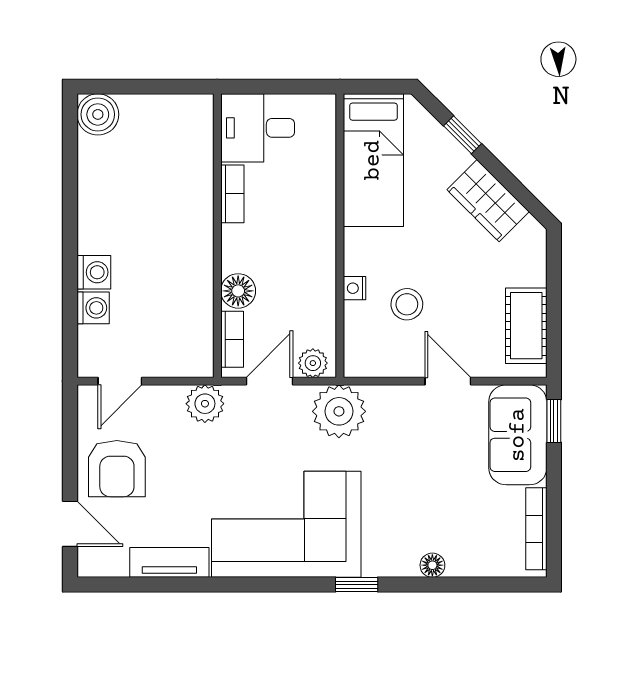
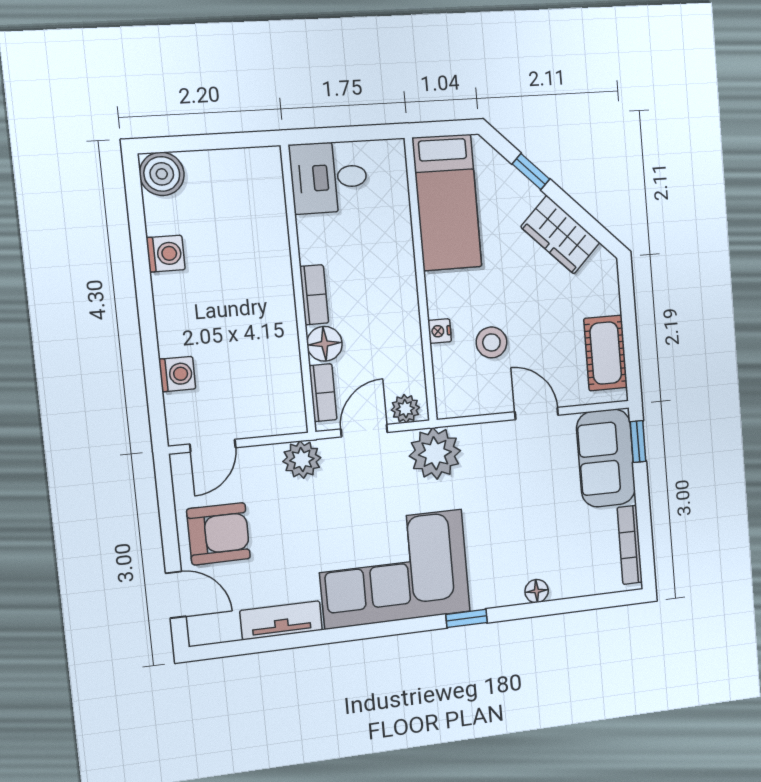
bookcase: (232, 194) -> (314, 295), moved
washing machine: (94, 272) -> (166, 254), moved
armchair: (117, 469) -> (219, 534), turned -90

